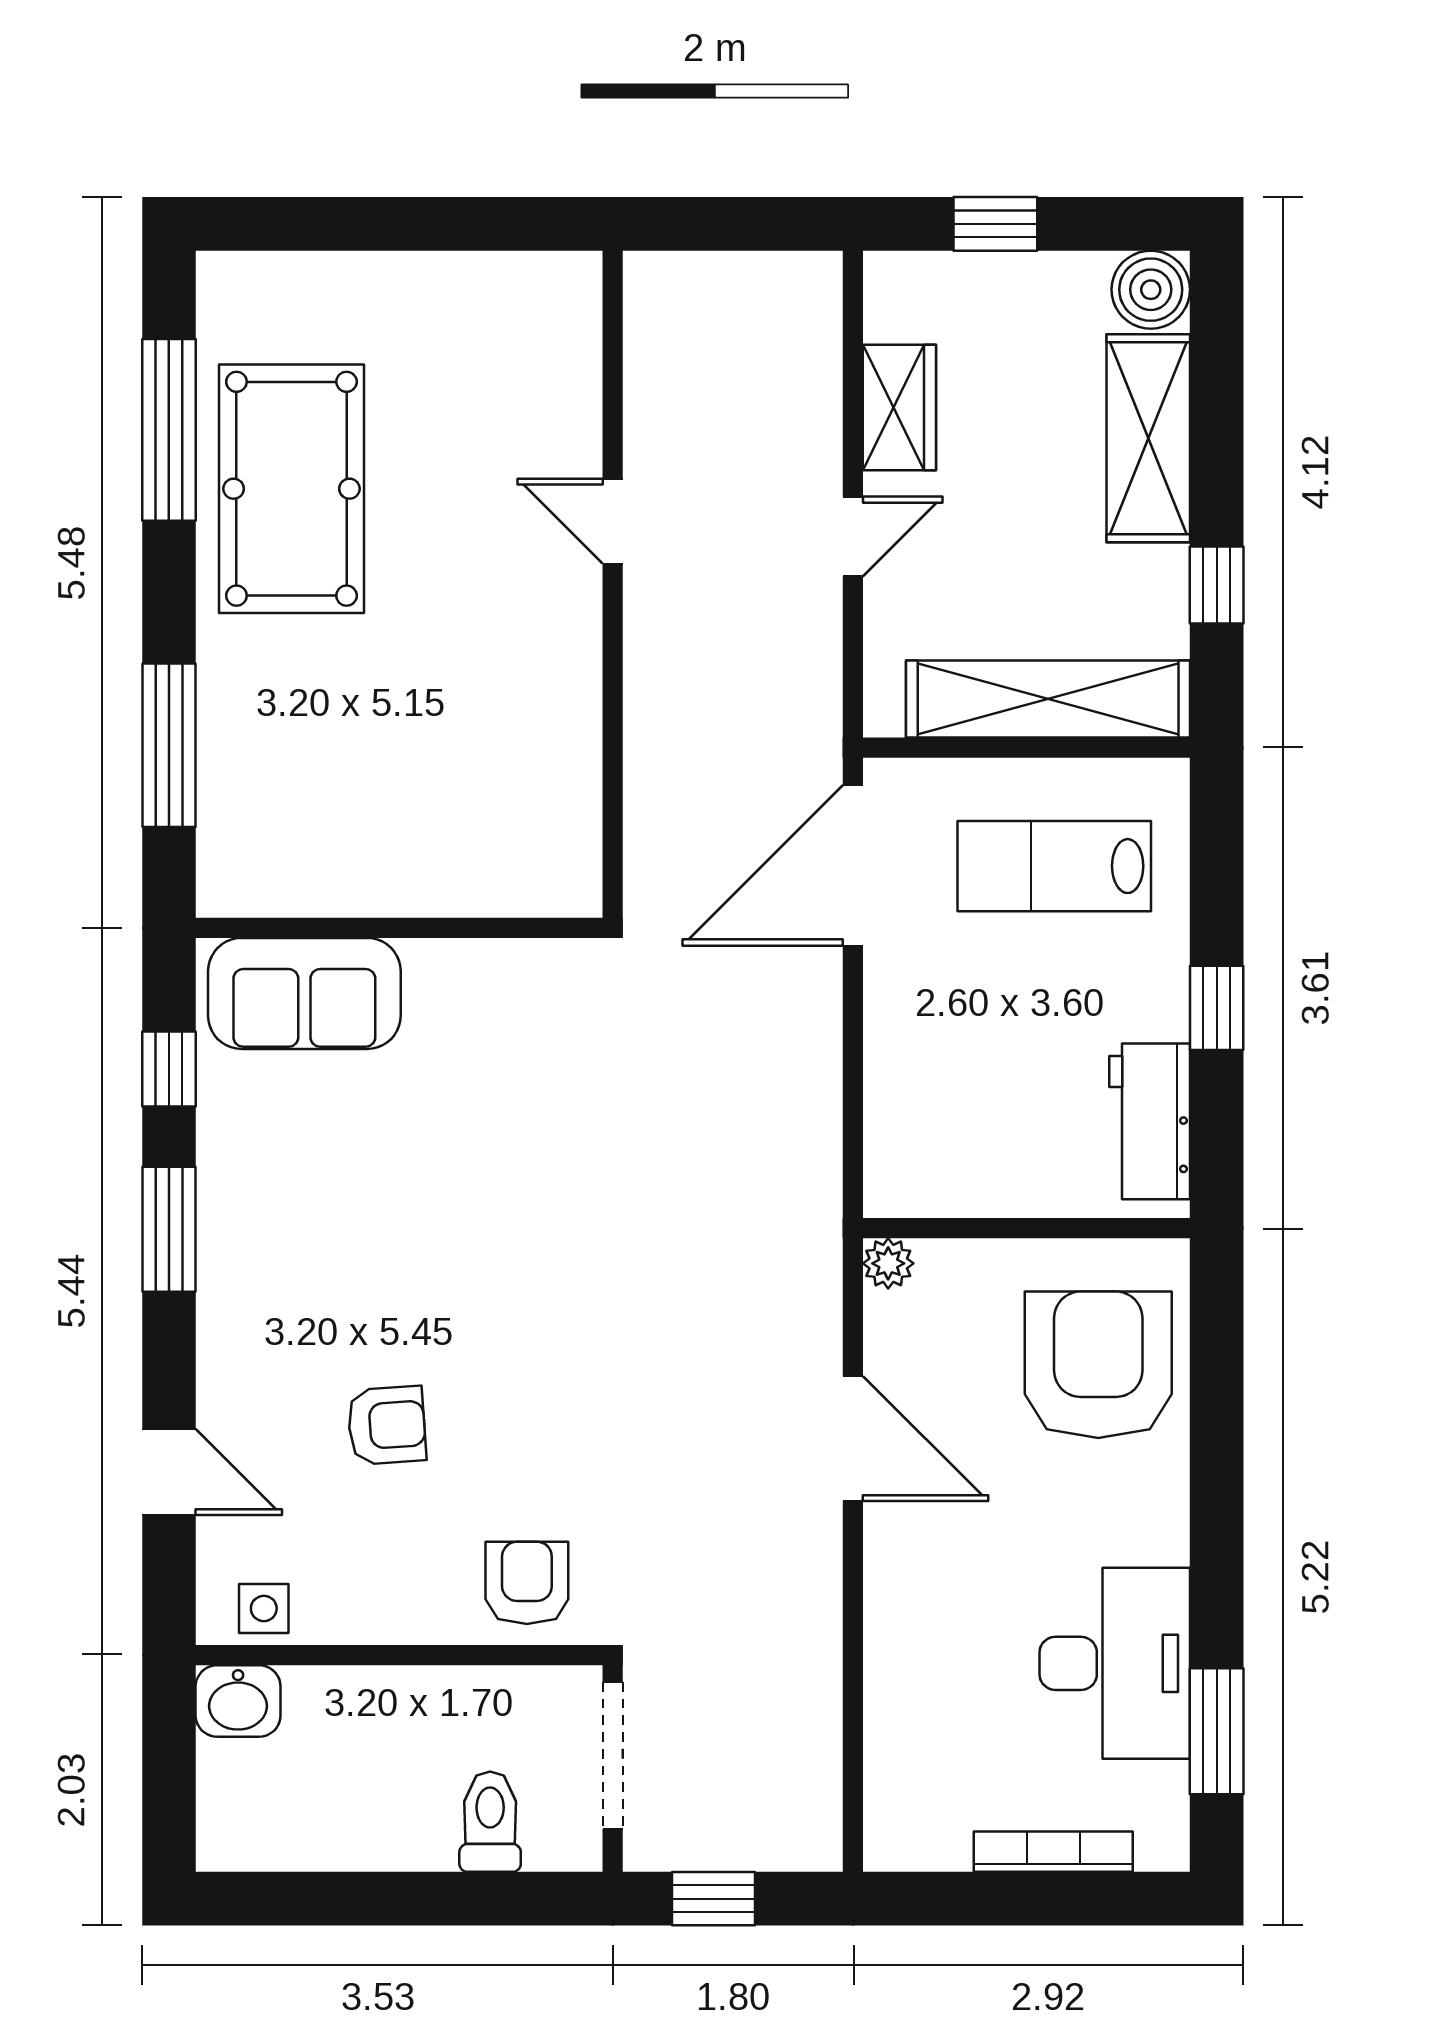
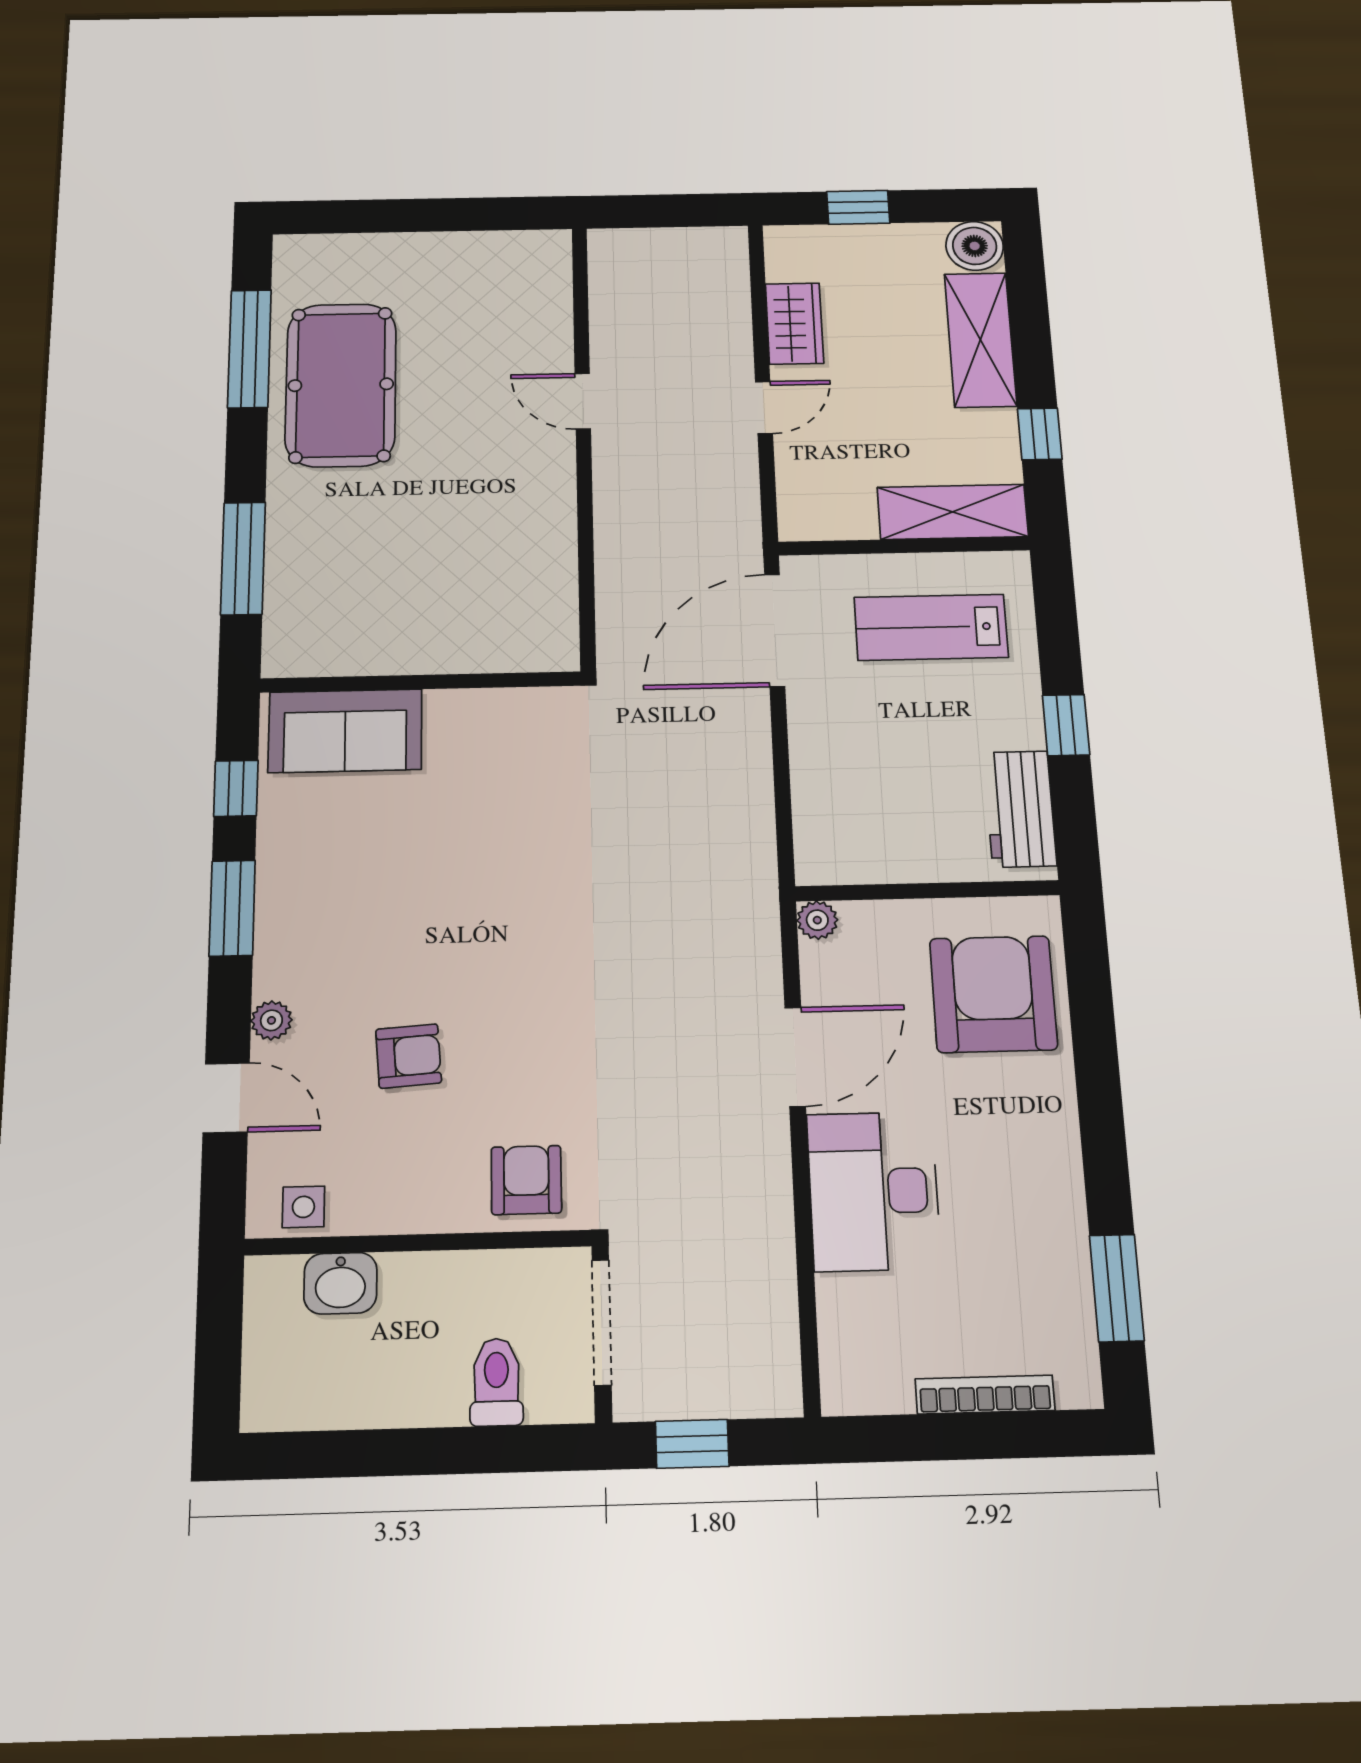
shelving: (1048, 699) -> (953, 512), width x0.68
plant: (221, 1376) -> (271, 1020), added
door: (853, 1439) -> (795, 1057), hinge flipped
desk: (1115, 1663) -> (873, 1191), moved, turned 180
washbasin: (238, 1701) -> (340, 1283), moved

